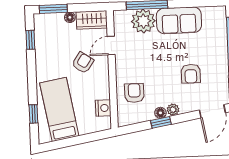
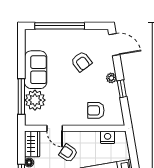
armchair: (191, 74) -> (81, 62), turned 53
floor lamp: (160, 113) -> (114, 89), removed

